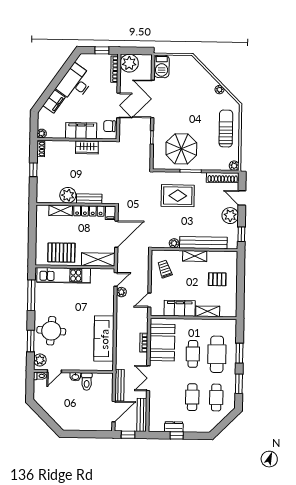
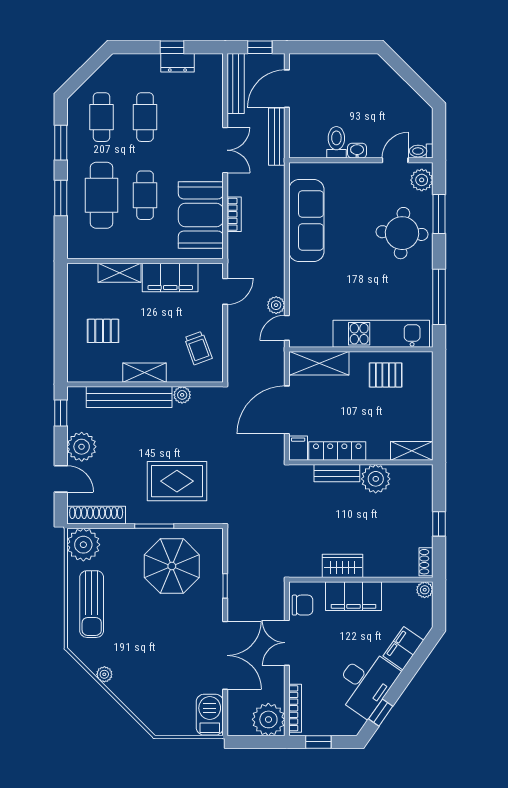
window: (67, 66) -> (381, 713), added
plant: (234, 166) -> (83, 545), width x1.87, depth x1.87
shelving: (61, 211) -> (412, 451), moved
pallet: (61, 253) -> (386, 375), width x0.67, depth x0.71

